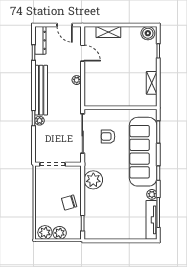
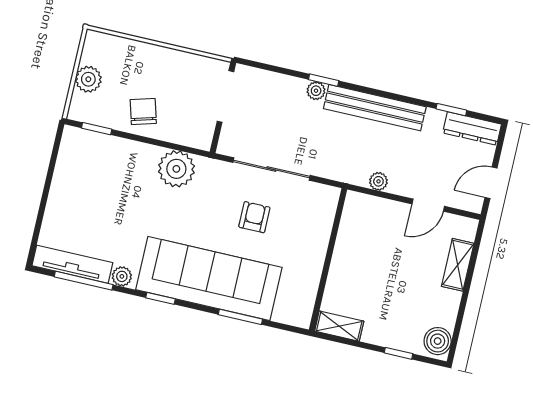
wall: (120, 108) -> (328, 260), moved
plant: (45, 232) -> (96, 51), removed

